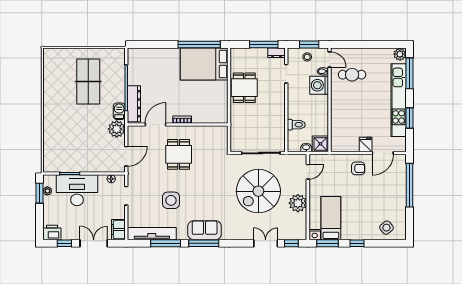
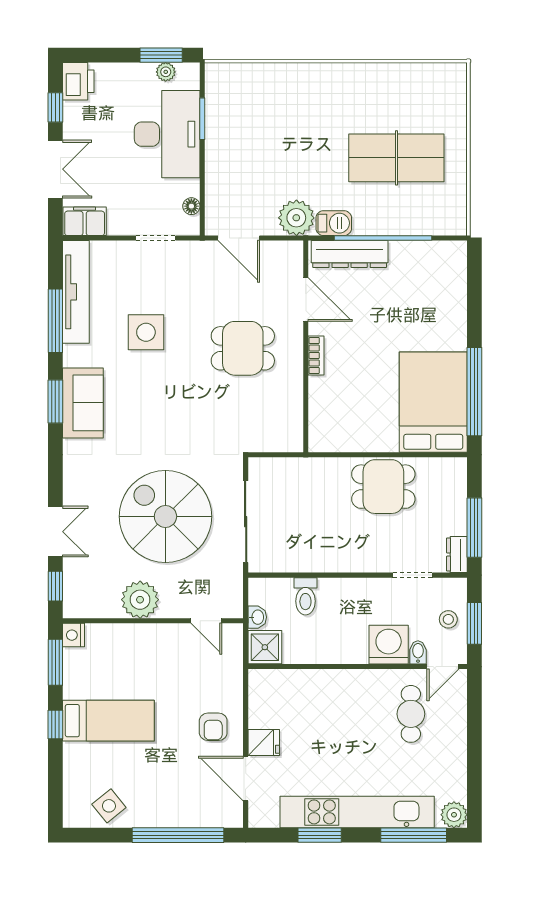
bed: (331, 218) -> (108, 721), moved
side table: (386, 228) -> (109, 806), moved
window: (204, 243) -> (55, 402), width x0.69

